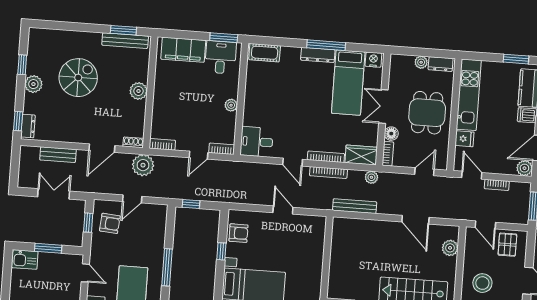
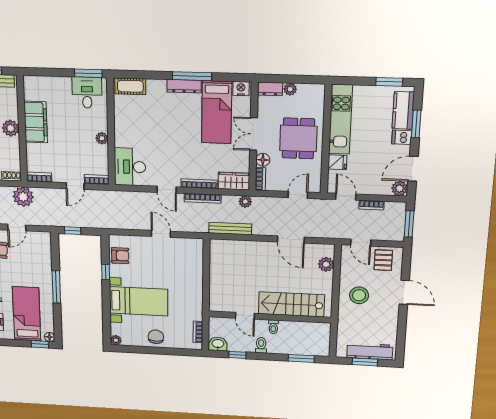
filing cabinet: (183, 50) -> (36, 122), moved, turned -90
dresser: (441, 64) -> (270, 89), moved
desk: (257, 142) -> (130, 167), width x1.37

